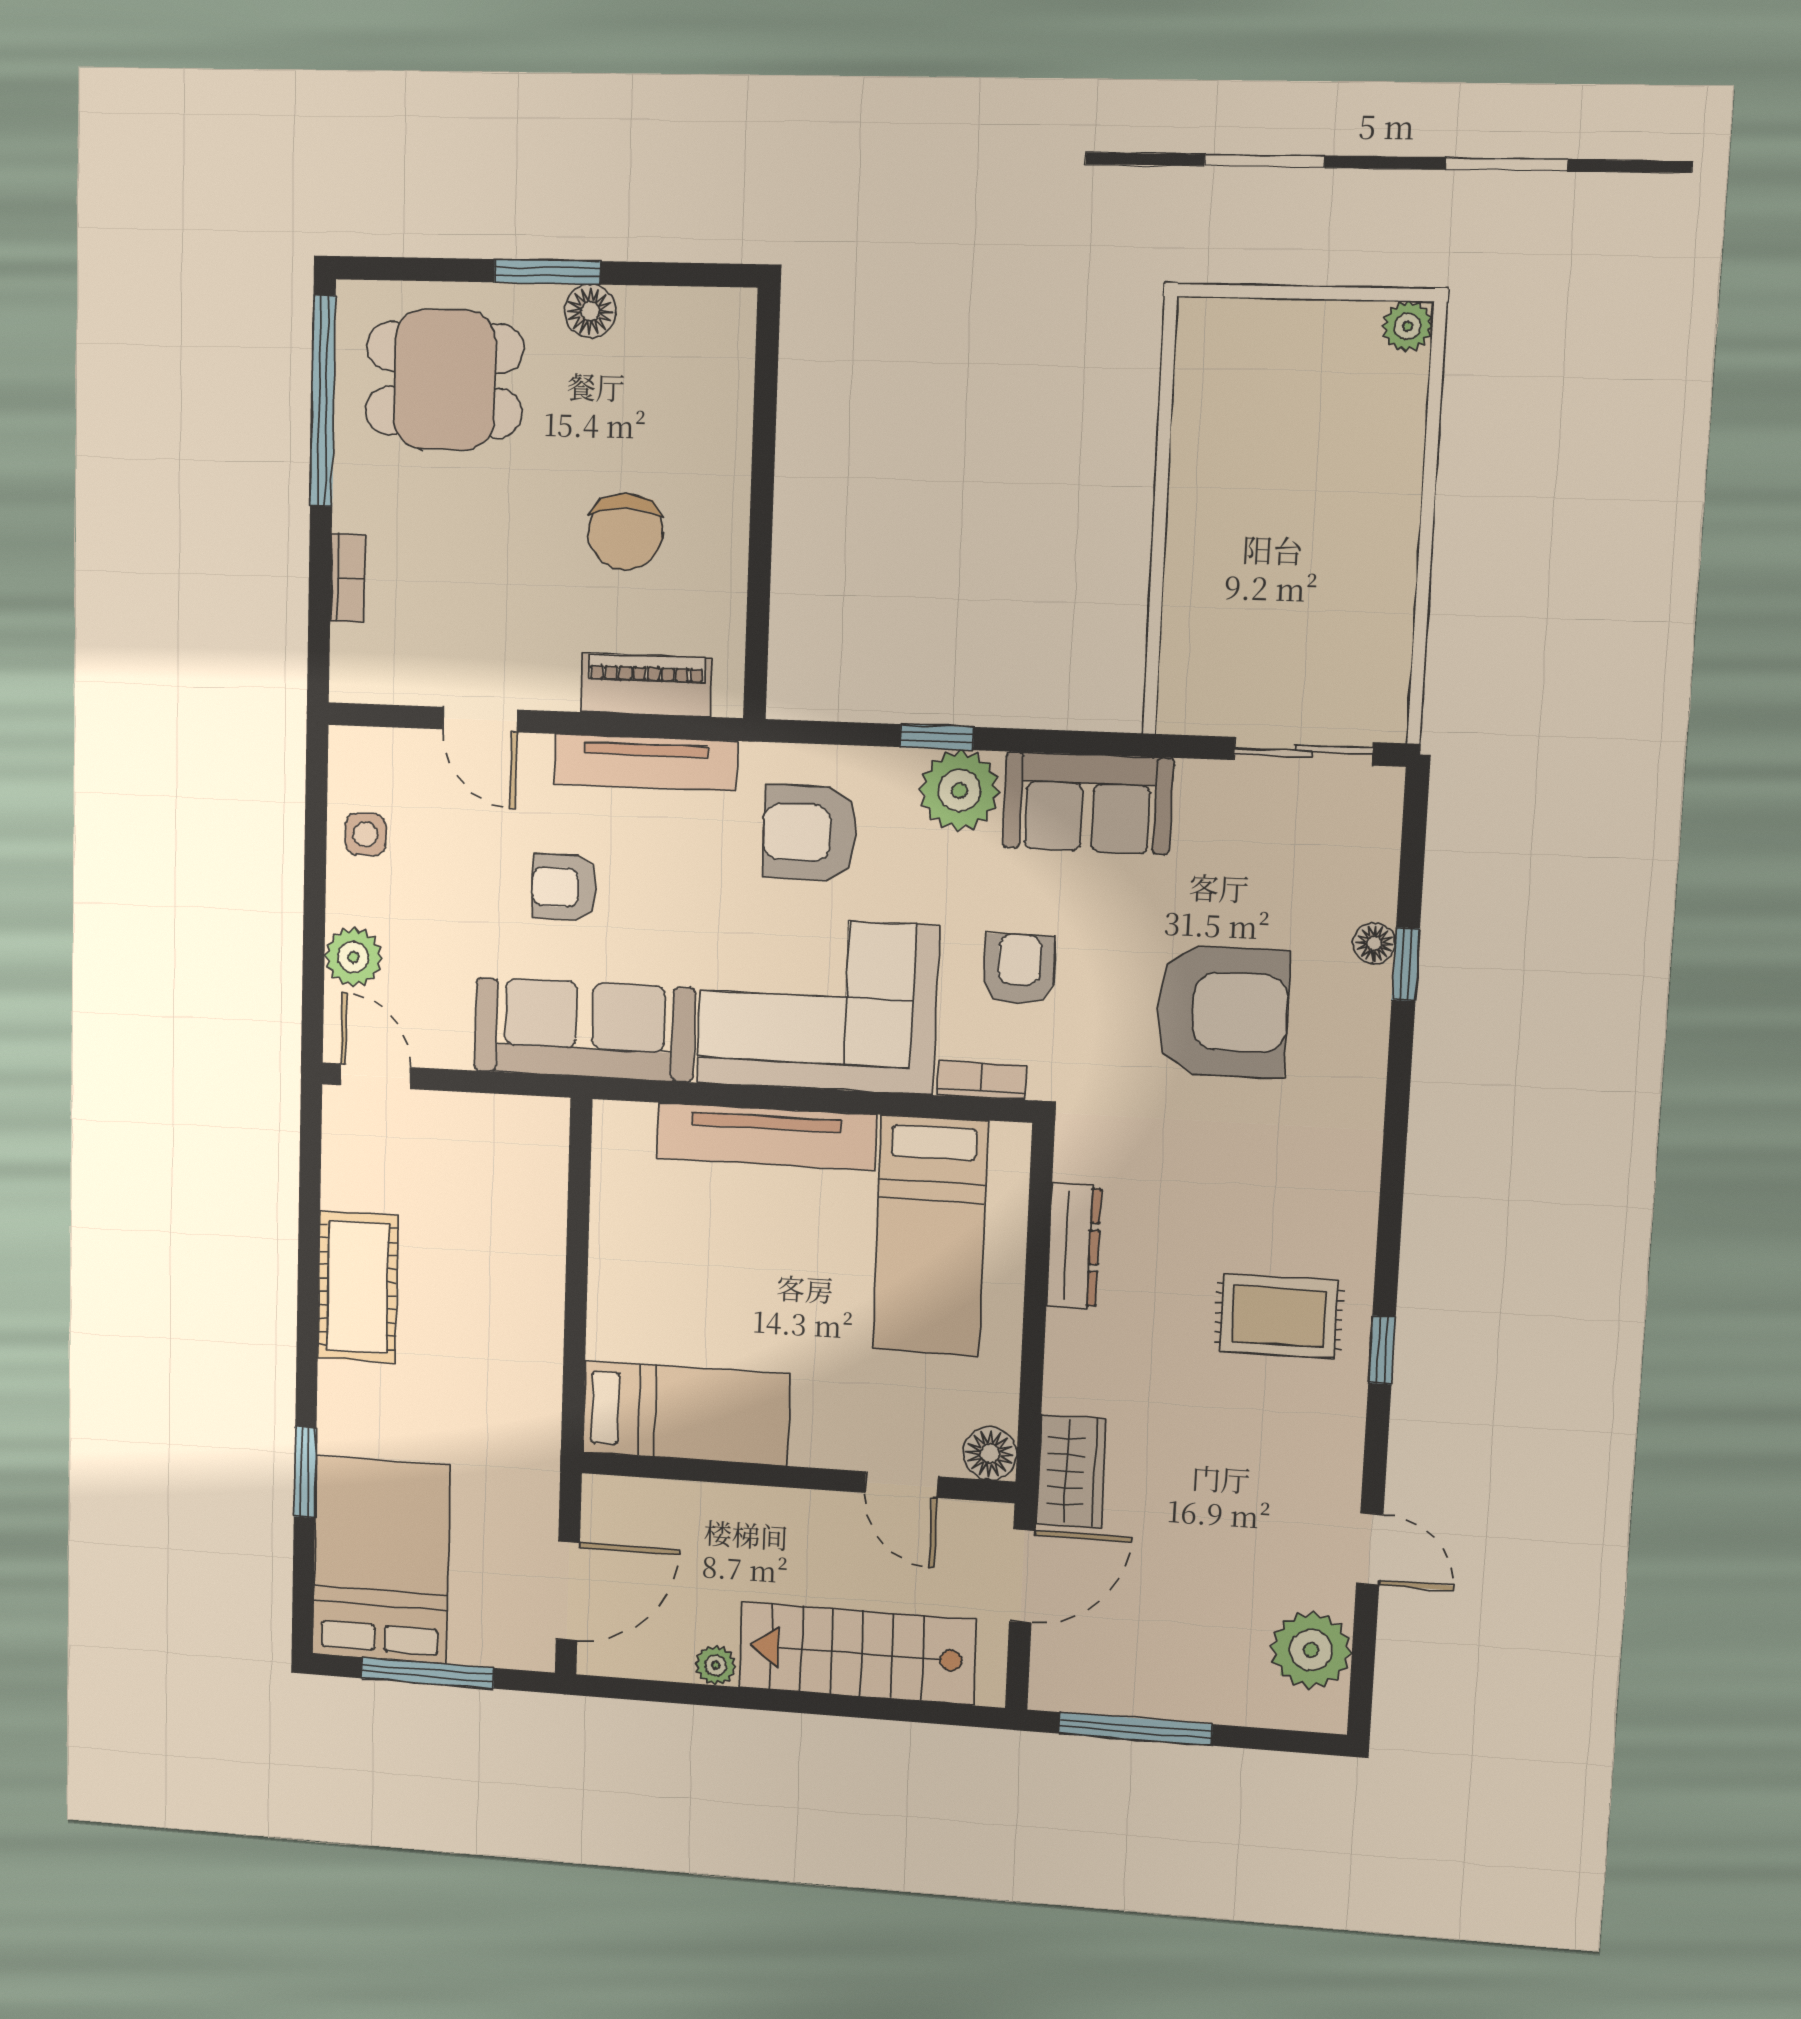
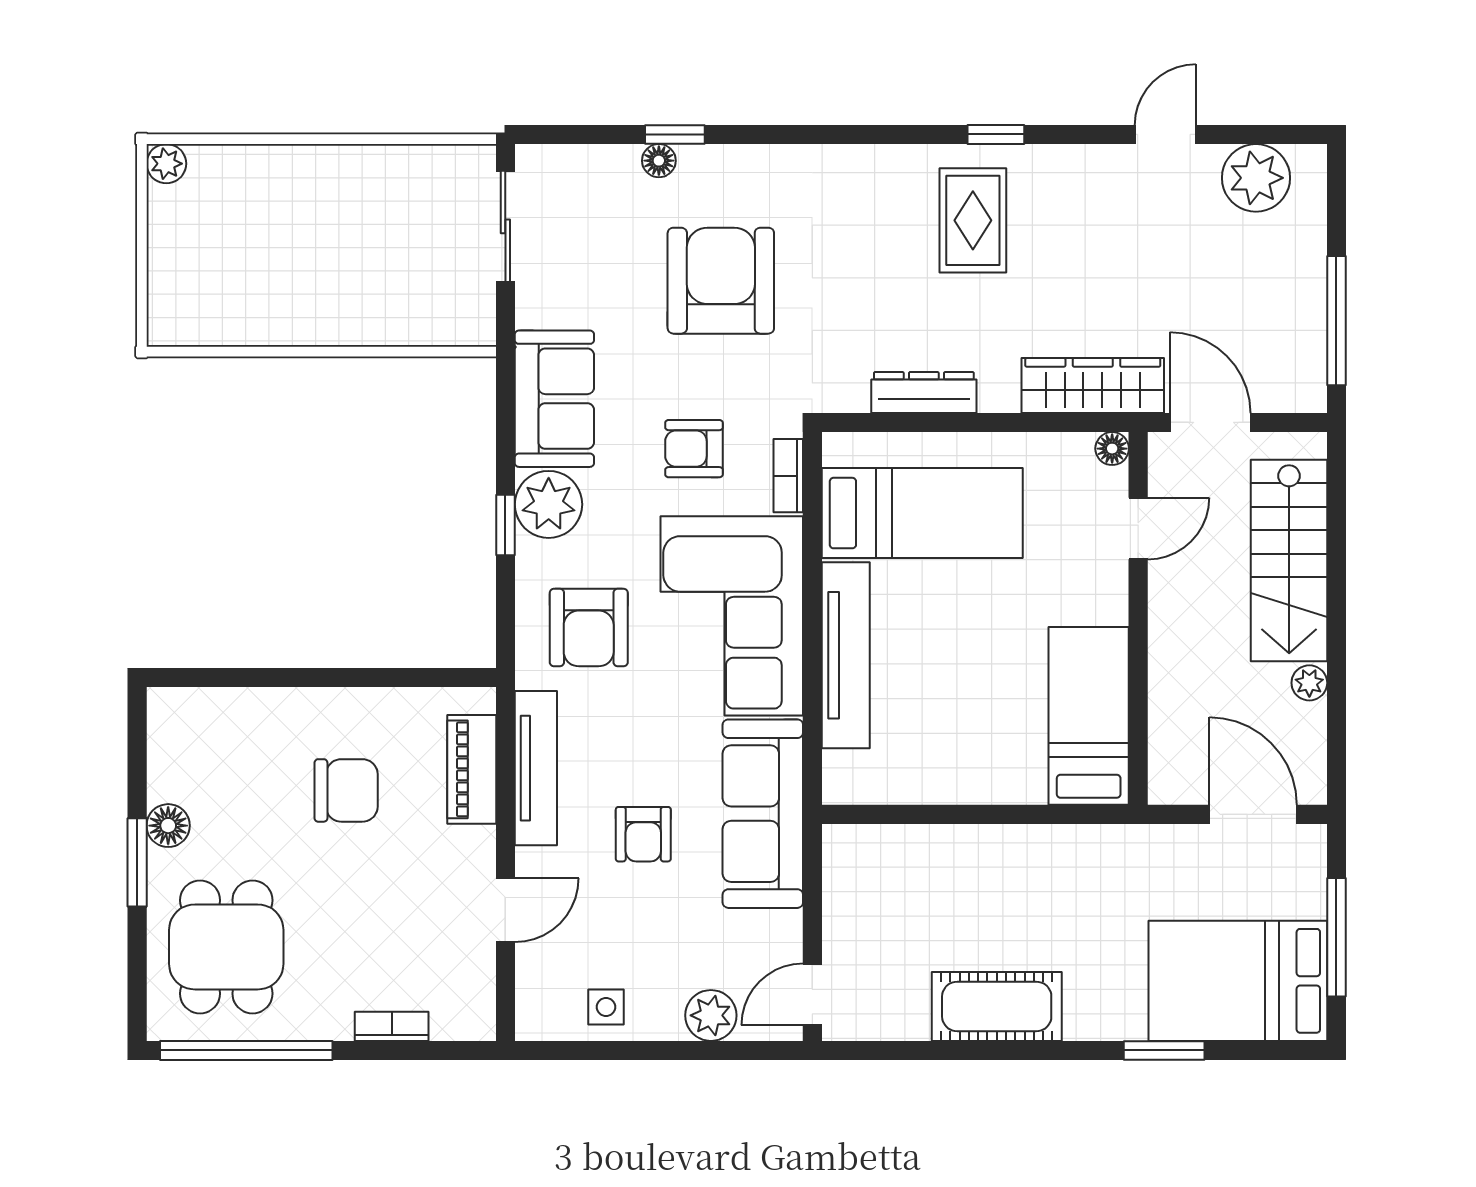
floor lamp: (990, 1454) -> (1112, 449), width x0.73, depth x0.73
wardrobe: (1071, 1471) -> (1093, 386), width x1.50

